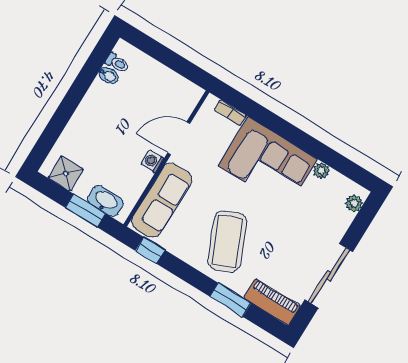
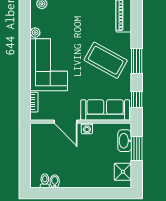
coffee table: (227, 241) -> (106, 60), turned 52
window: (230, 300) -> (137, 61), moved

